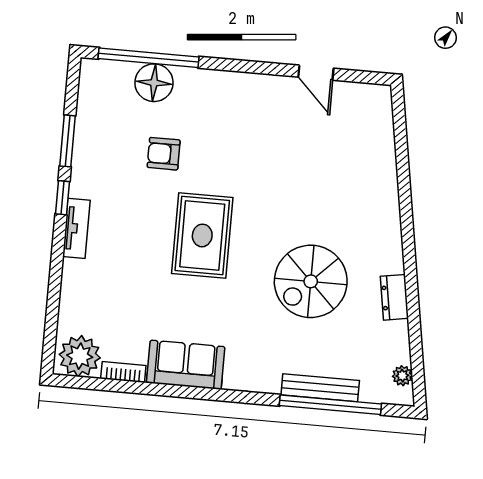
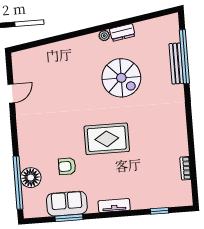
armchair: (164, 154) -> (67, 166), turned 90
window: (62, 198) -> (160, 211), moved
plant: (80, 356) -> (181, 193), removed
sofa: (186, 365) -> (67, 204), moved, turned 90
plant: (402, 376) -> (104, 36), moved

